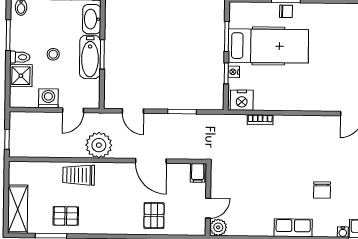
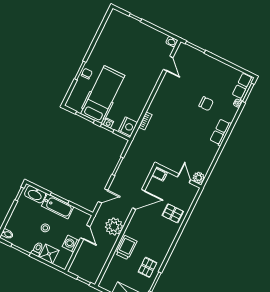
trolley: (79, 175) -> (126, 248), turned 180

